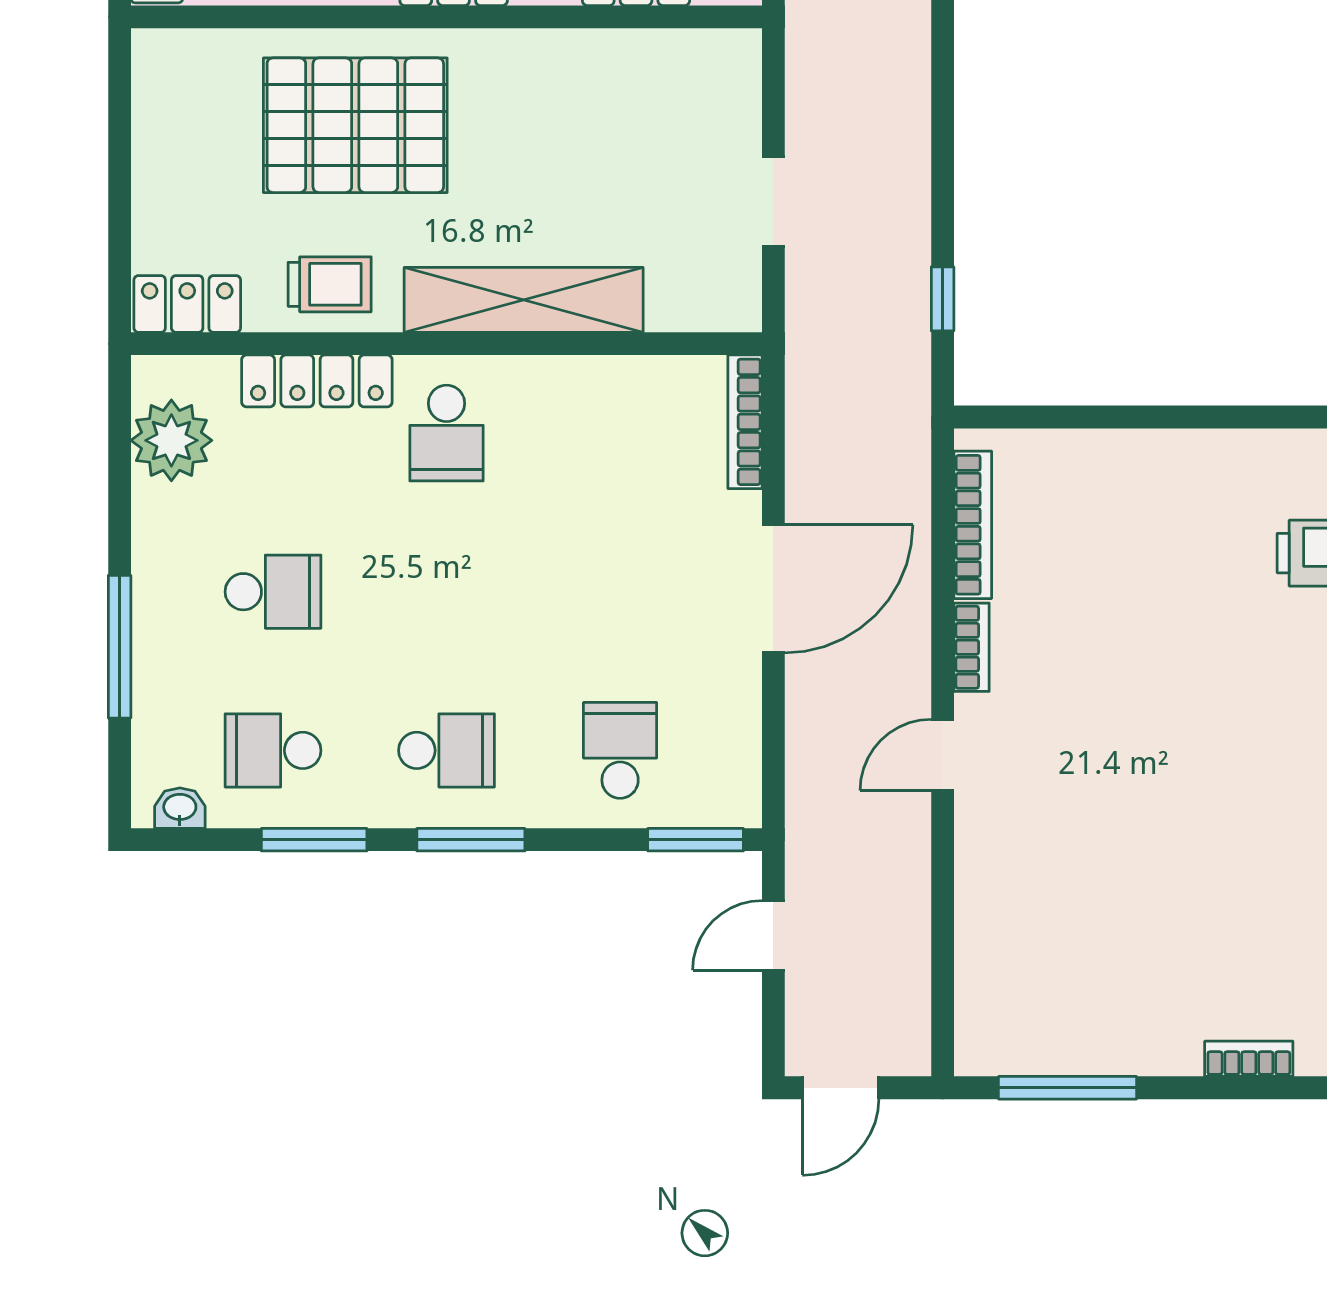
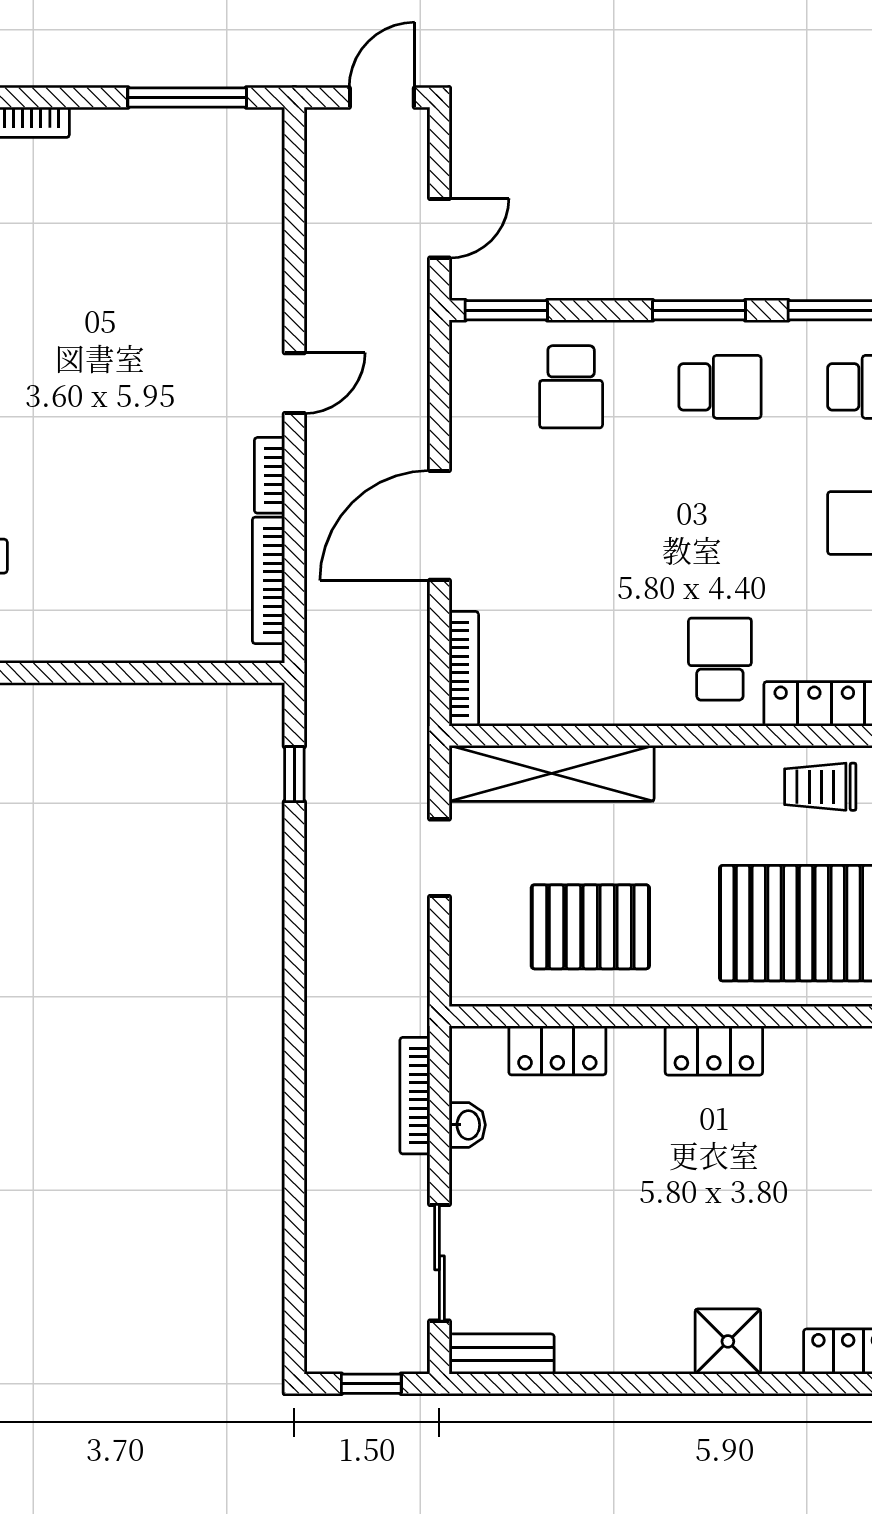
pallet: (598, 121) -> (590, 927), added
shelving: (524, 300) -> (552, 773), moved
school desk: (447, 750) -> (720, 387), turned 180

